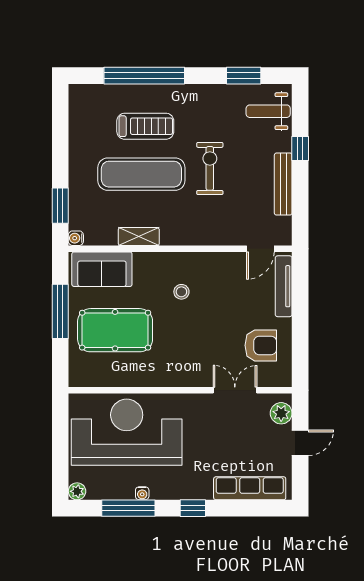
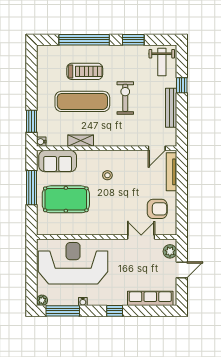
window: (244, 76) -> (133, 40), moved
weight bench: (268, 111) -> (162, 62), turned -90
window: (128, 508) -> (63, 311), moved

